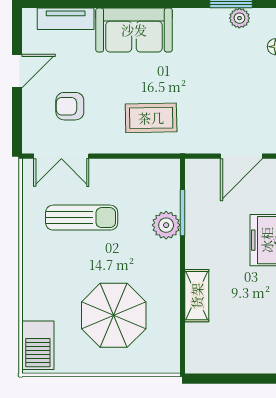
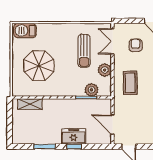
plant: (123, 173) -> (105, 70), added
plant: (166, 225) -> (92, 90), moved
shelving: (197, 296) -> (30, 104), moved

